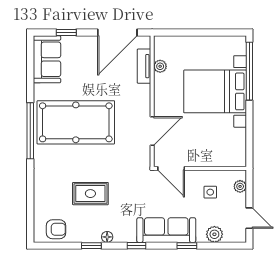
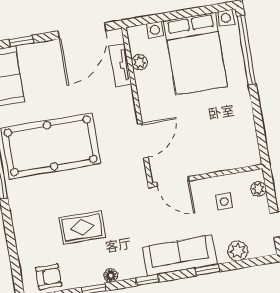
bed with nightstands: (215, 91) -> (195, 54), moved, turned -90

